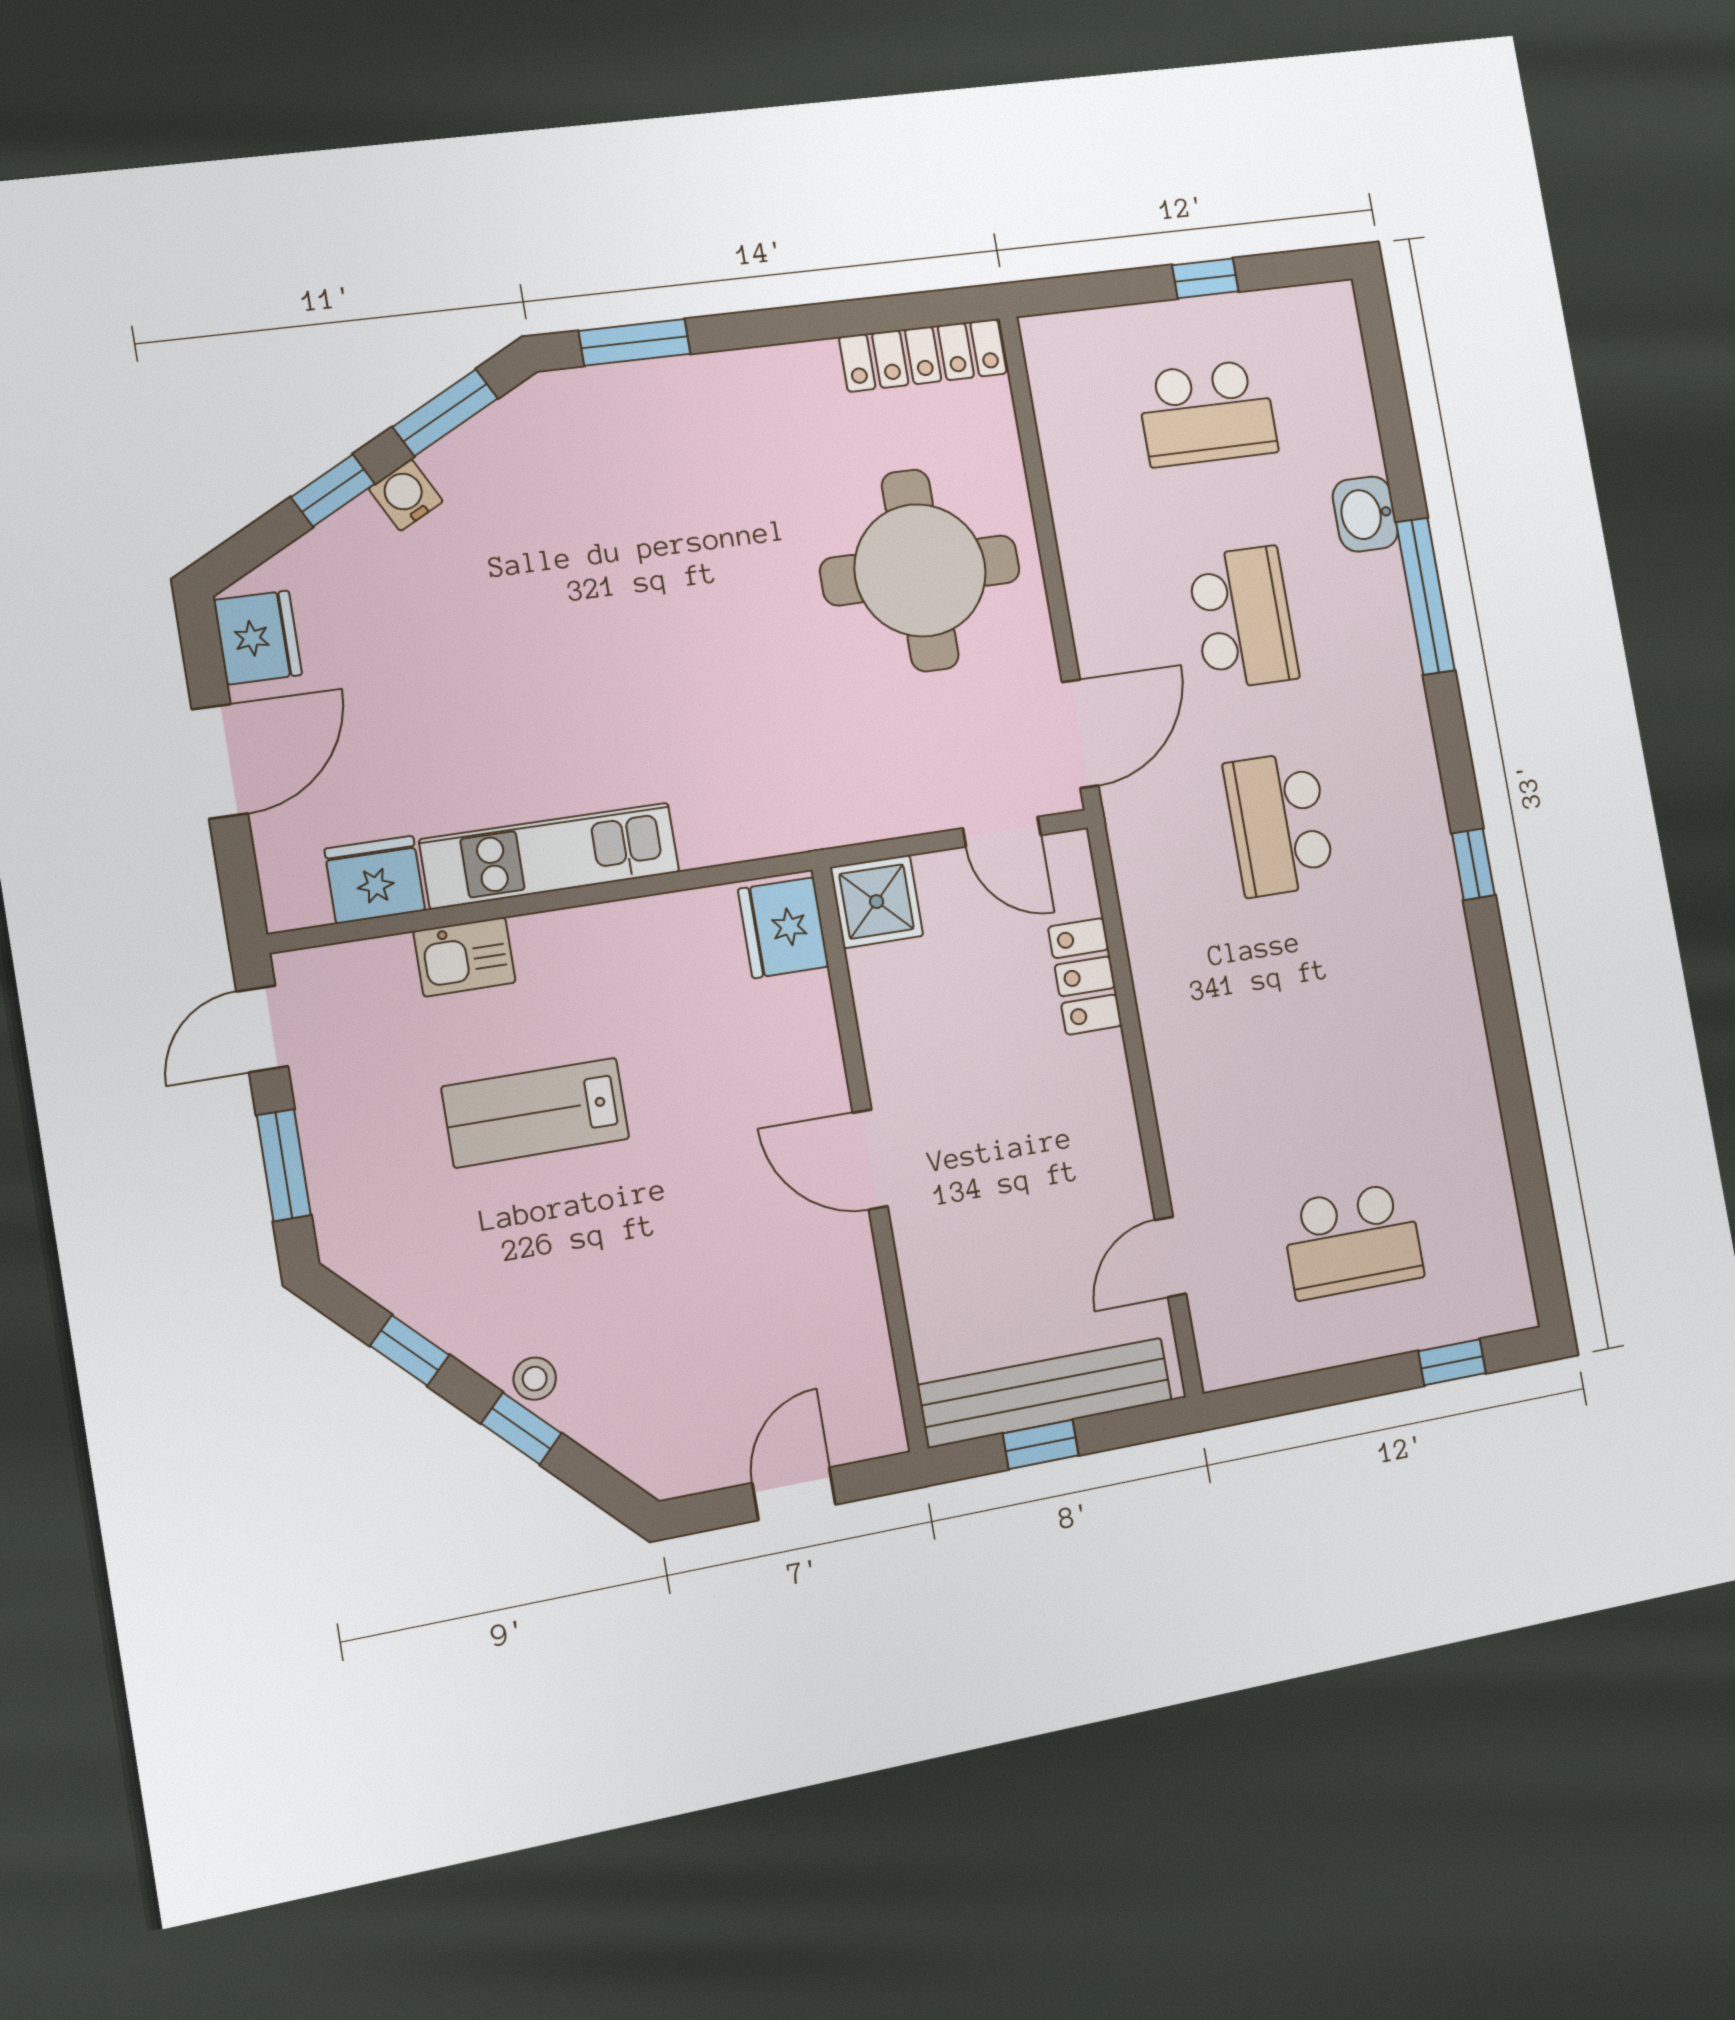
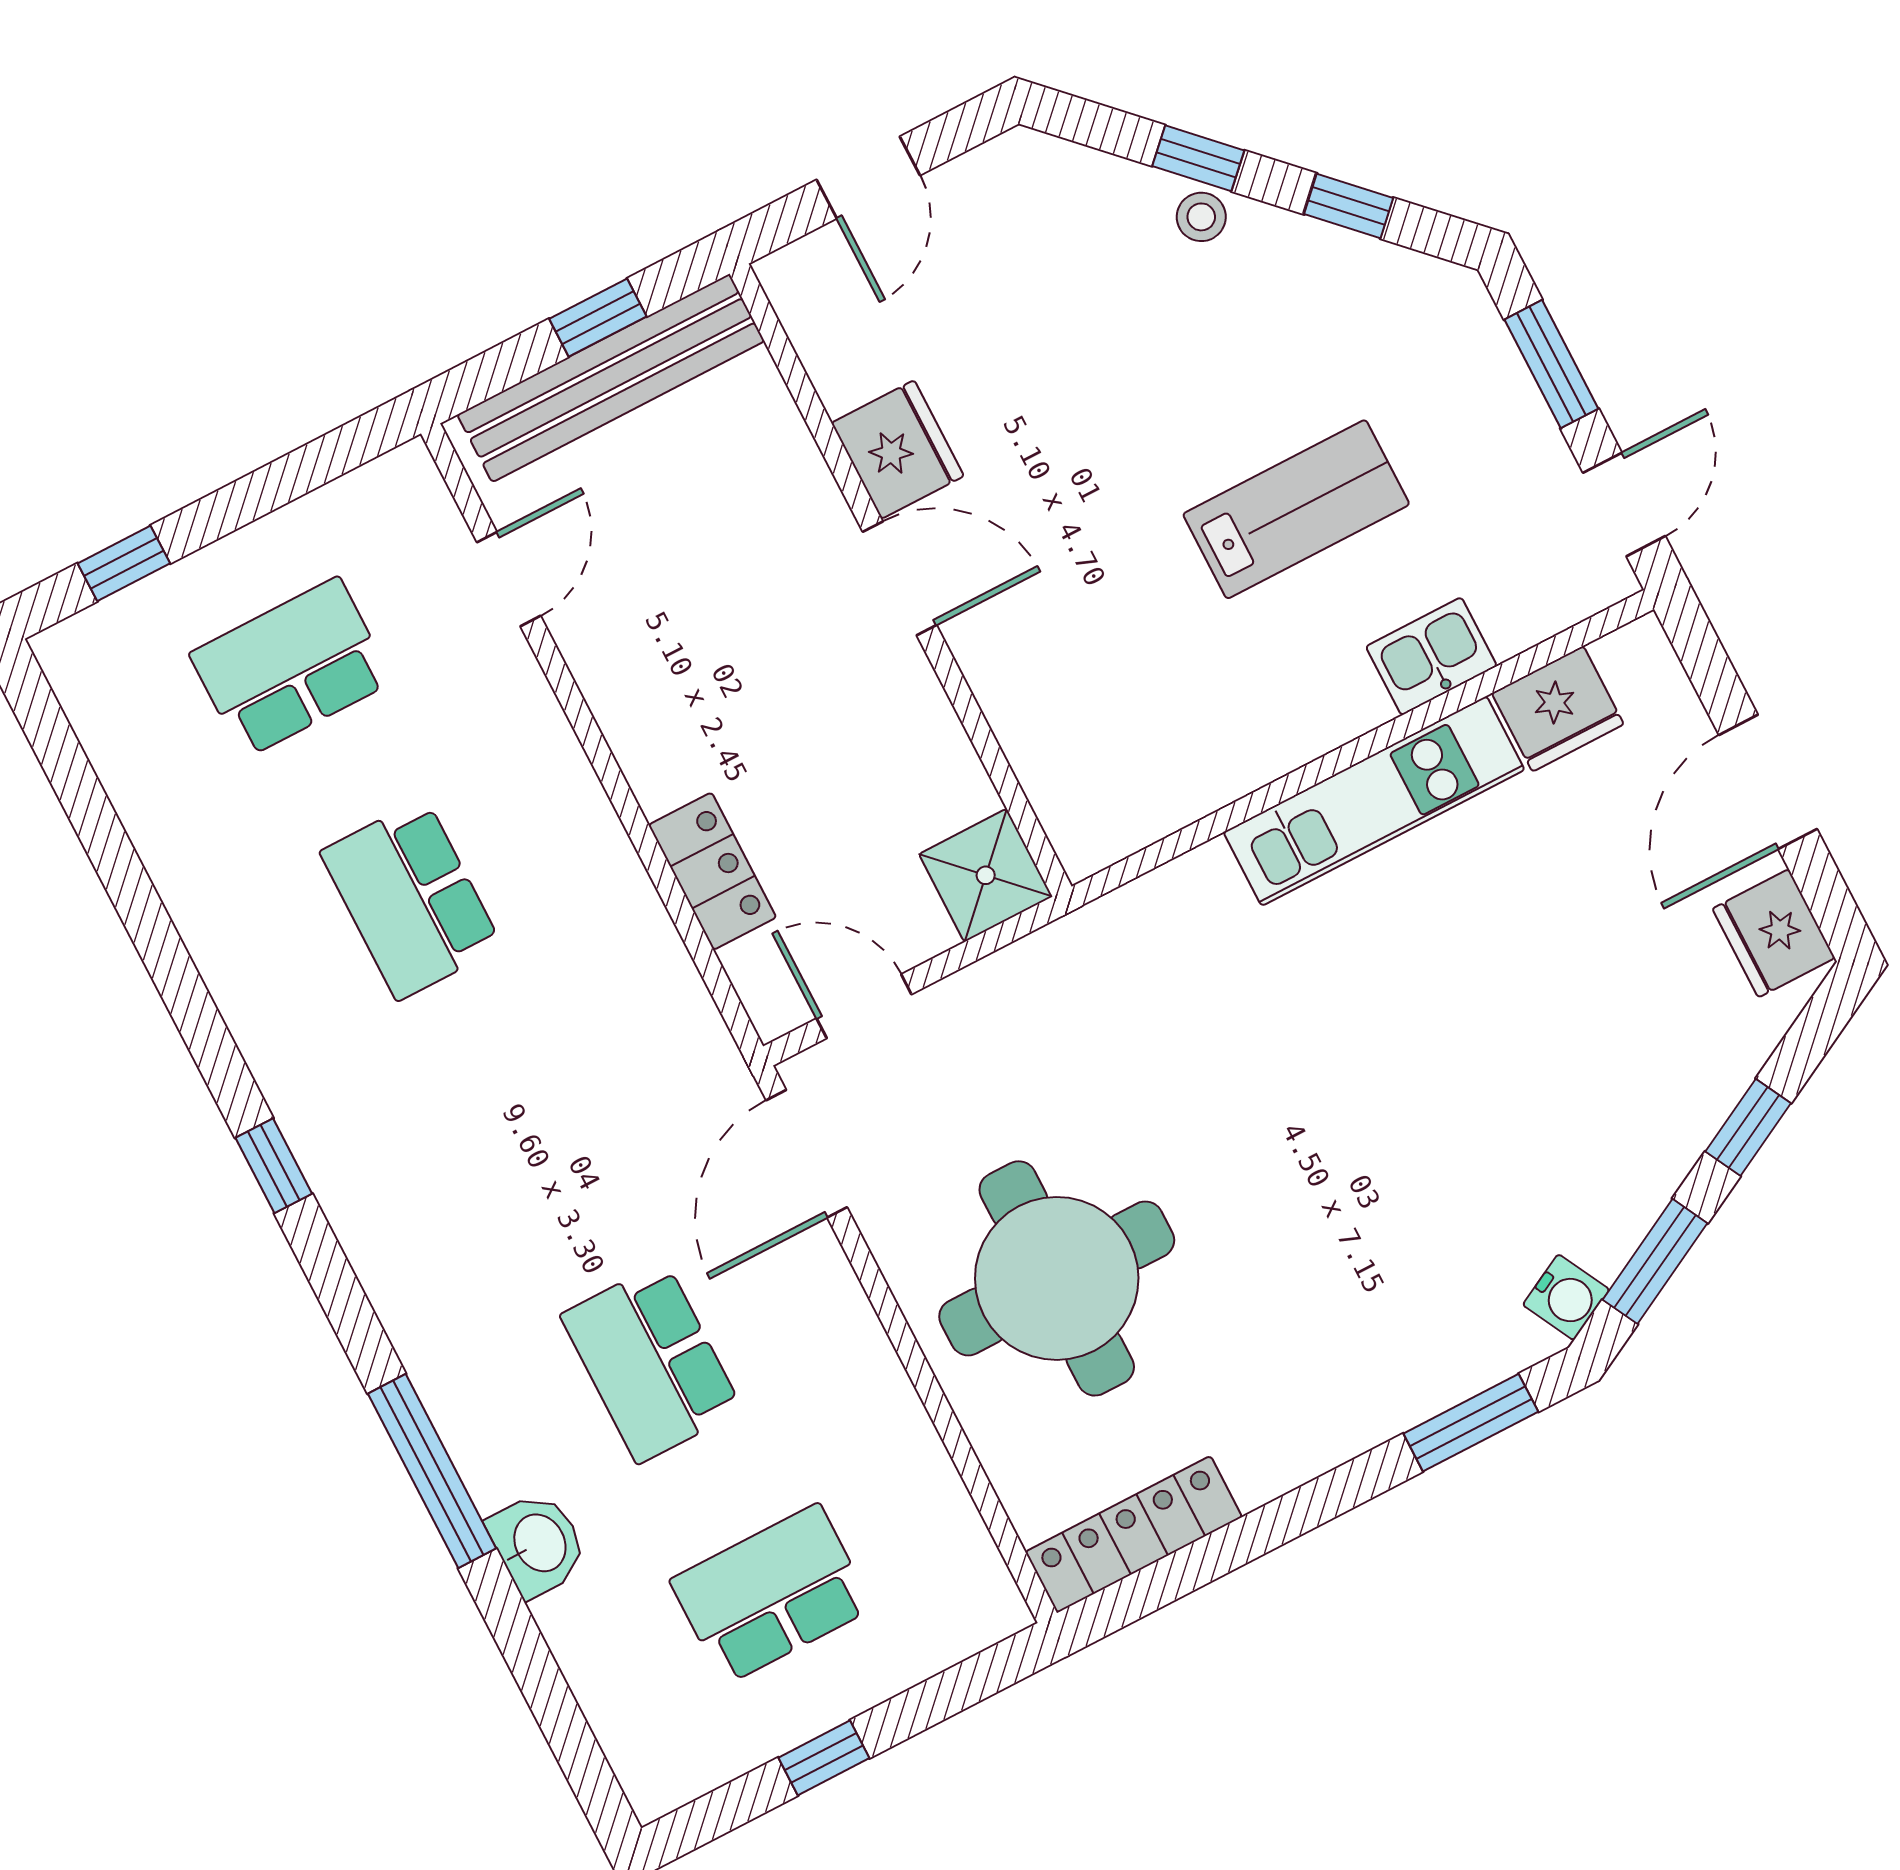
water cooler: (406, 495) -> (1566, 1297), moved
school desk: (1279, 824) -> (411, 899), moved, turned 180
fridge: (783, 928) -> (898, 450), moved

